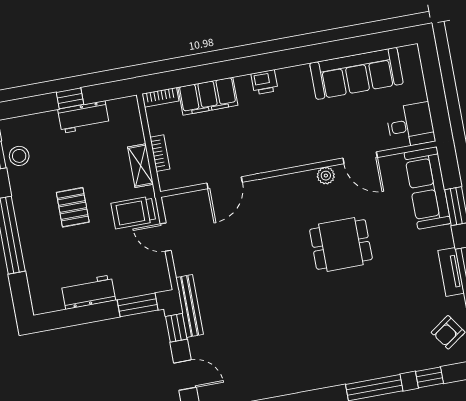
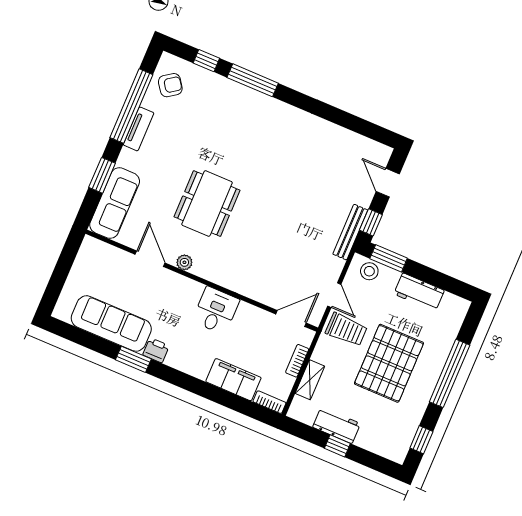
window: (314, 54) -> (133, 359), added
printer: (264, 82) -> (156, 350), moved
desk: (411, 125) -> (216, 310), moved, turned 90
stool: (19, 156) -> (369, 271), moved
shelving: (141, 166) -> (310, 380), moved
door: (225, 183) -> (291, 318), moved
pallet: (73, 207) -> (389, 363), width x2.05, depth x2.00
dining table: (341, 244) -> (207, 204), width x1.38

